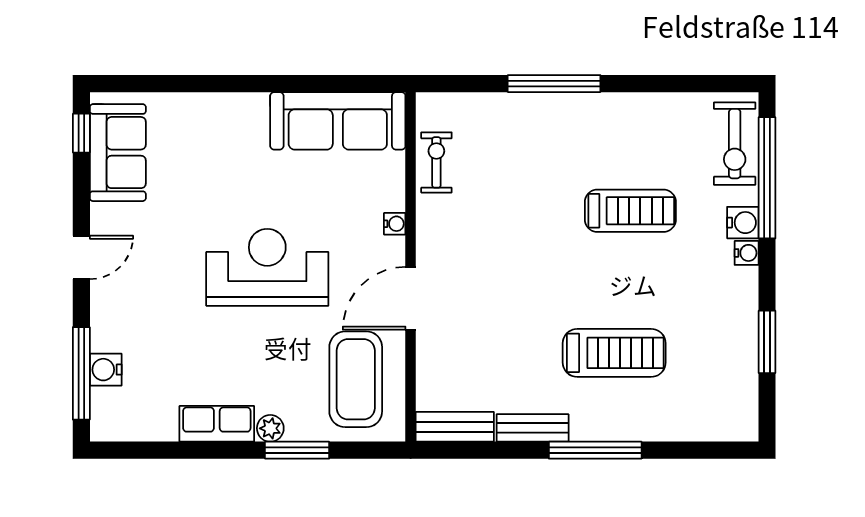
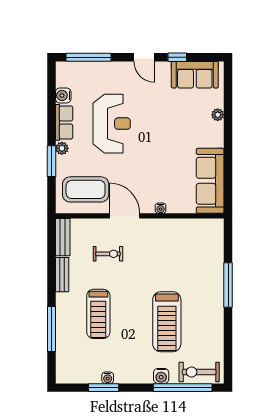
plant: (201, 105) -> (218, 115), added
window: (81, 133) -> (177, 57), moved
exercise bike: (436, 162) -> (108, 254), moved
treadmill: (630, 211) -> (167, 322), width x1.37, depth x1.38
water cooler: (747, 253) -> (108, 378), moved
reception desk: (267, 267) -> (112, 124), moved
water cooler: (106, 370) -> (63, 95), moved, turned -90
window: (595, 450) -> (51, 329), moved

